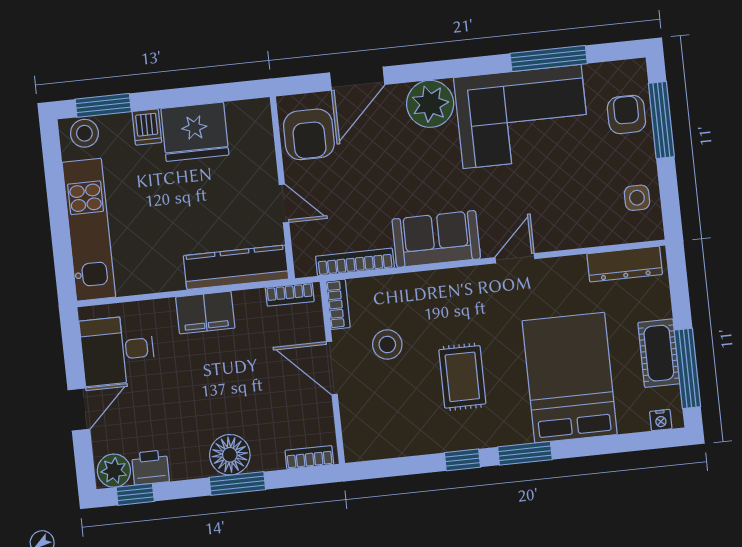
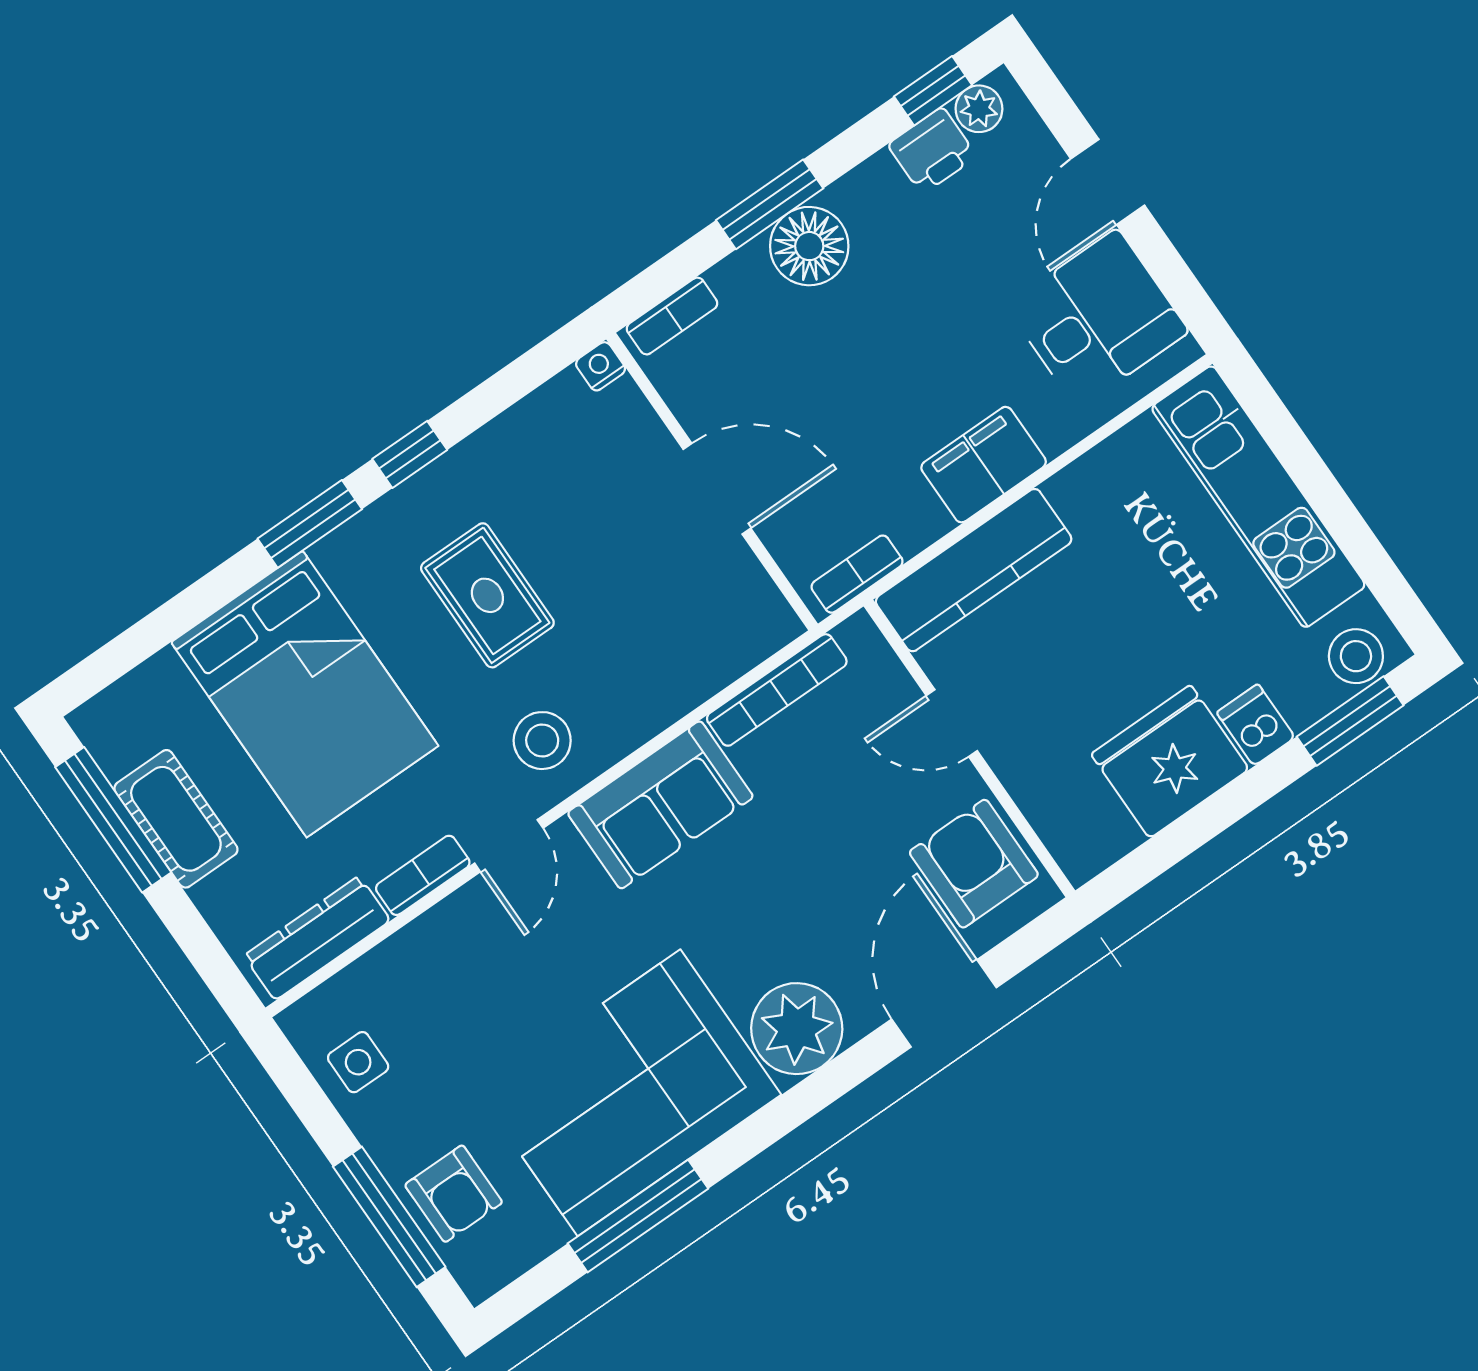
bookcase: (338, 304) -> (423, 875), moved, turned 90
stool: (387, 345) -> (542, 741), moved
nightstand: (661, 420) -> (601, 366), moved
plant: (114, 471) -> (979, 109), width x0.73, depth x0.73

